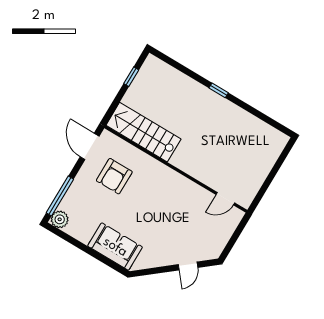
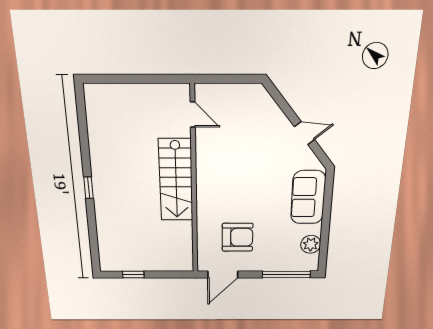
stairs: (143, 132) -> (176, 180), moved
plant: (60, 219) -> (311, 244), moved
door: (188, 266) -> (304, 133), moved

